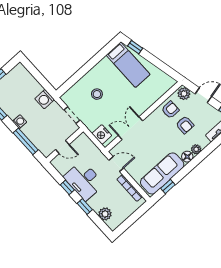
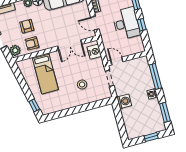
bed: (128, 65) -> (45, 73), moved, turned 180
door: (62, 147) -> (117, 61), moved

